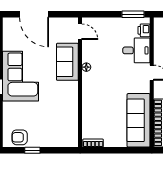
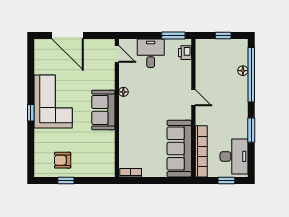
desk: (136, 50) -> (151, 53), moved, turned -90
sofa: (67, 62) -> (103, 110), moved
armchair: (20, 137) -> (63, 160), moved

